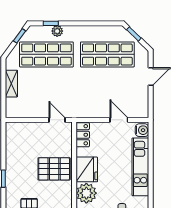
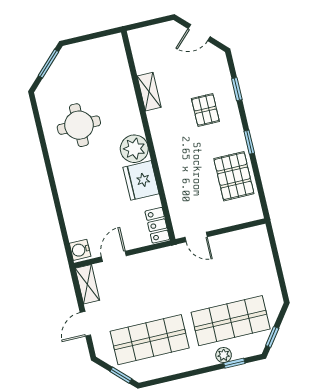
shelving: (11, 84) -> (87, 284), moved
door: (119, 120) -> (114, 256), swing flipped
kitchen unit: (140, 167) -> (71, 201), removed
pallet: (54, 169) -> (234, 176), moved, turned 90

